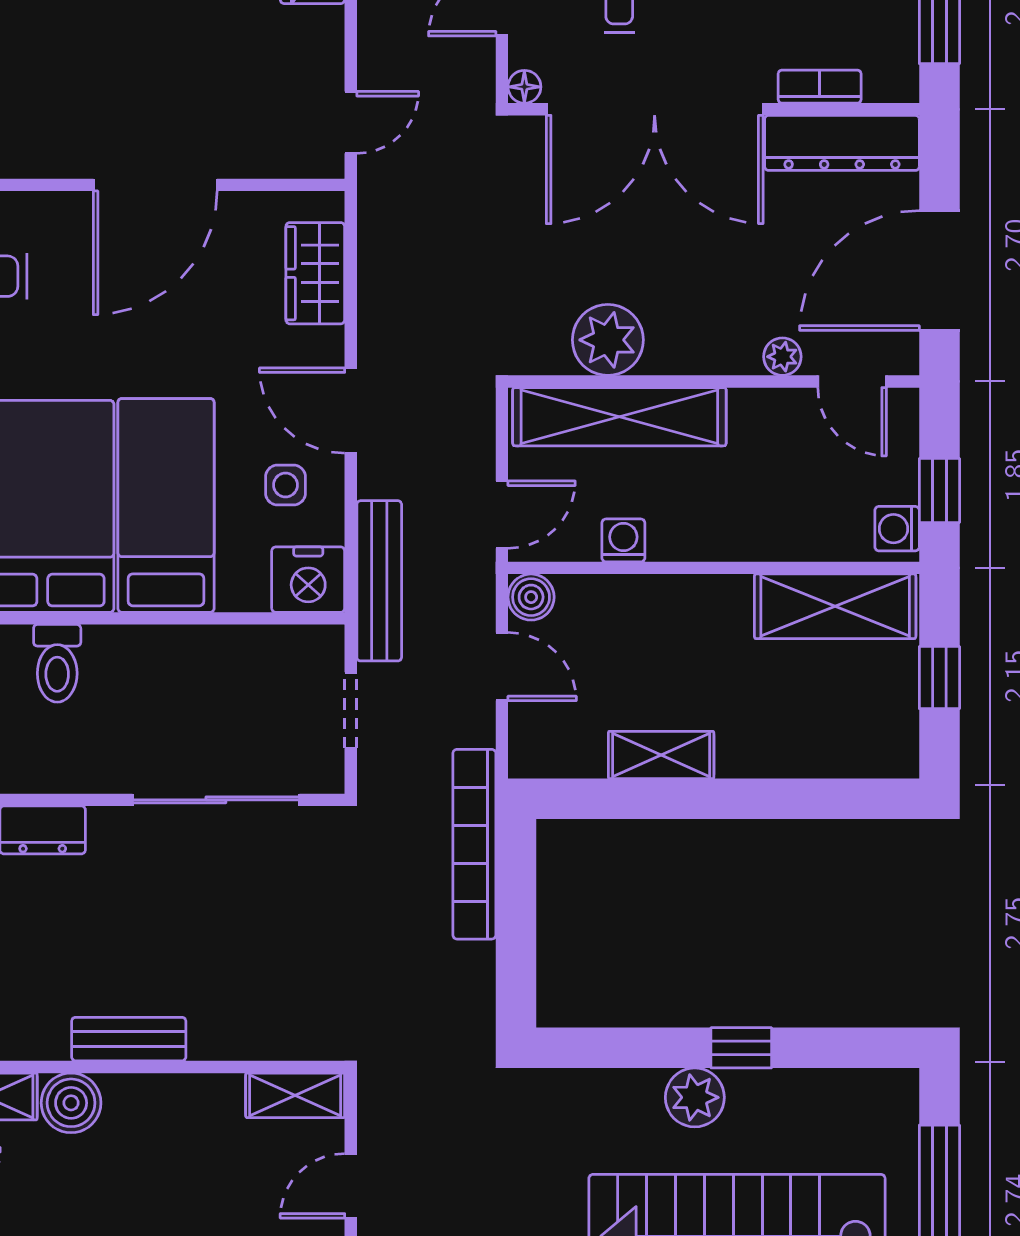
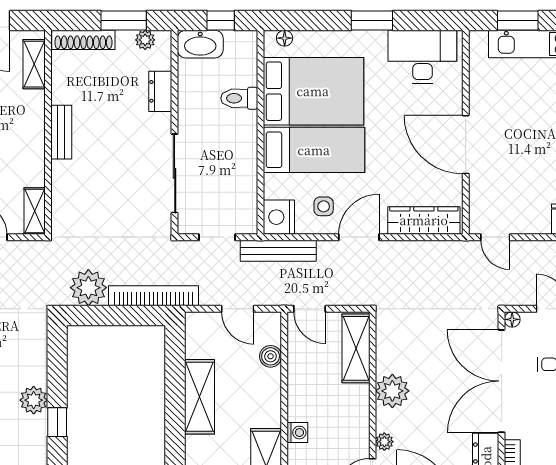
wardrobe: (315, 273) -> (424, 220), width x1.50
plant: (608, 340) -> (392, 391), moved
shelving: (619, 417) -> (356, 348), width x0.68
washing machine: (623, 540) -> (297, 433), moved
boiler: (531, 597) -> (271, 356), moved
door: (502, 667) -> (238, 309), hinge flipped
shelving: (661, 755) -> (200, 397), width x1.50, depth x1.33
plant: (457, 982) -> (88, 288), added
boiler: (71, 1103) -> (31, 105), removed

